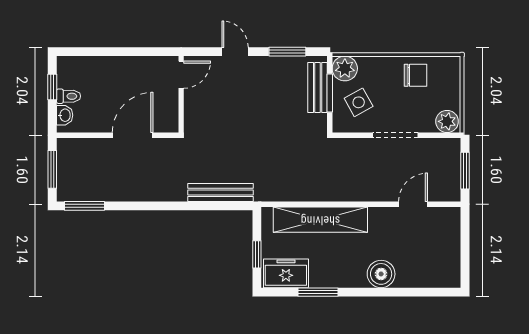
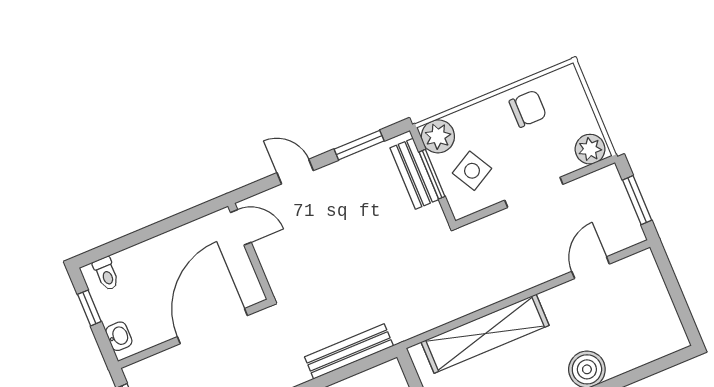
door: (181, 75) -> (241, 227), hinge flipped
toilet: (69, 96) -> (106, 274), moved, turned 90
door: (133, 135) -> (212, 326), width x1.36

